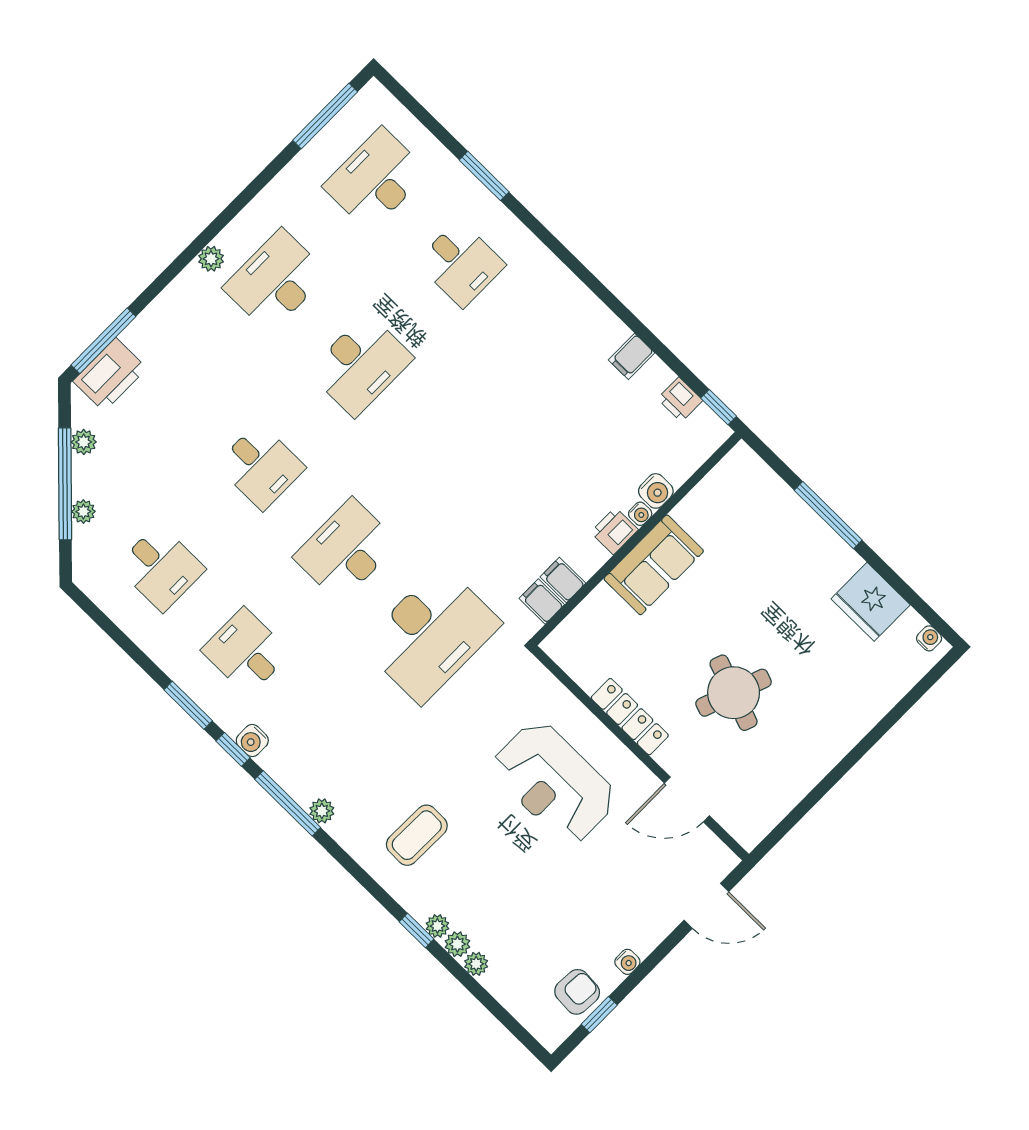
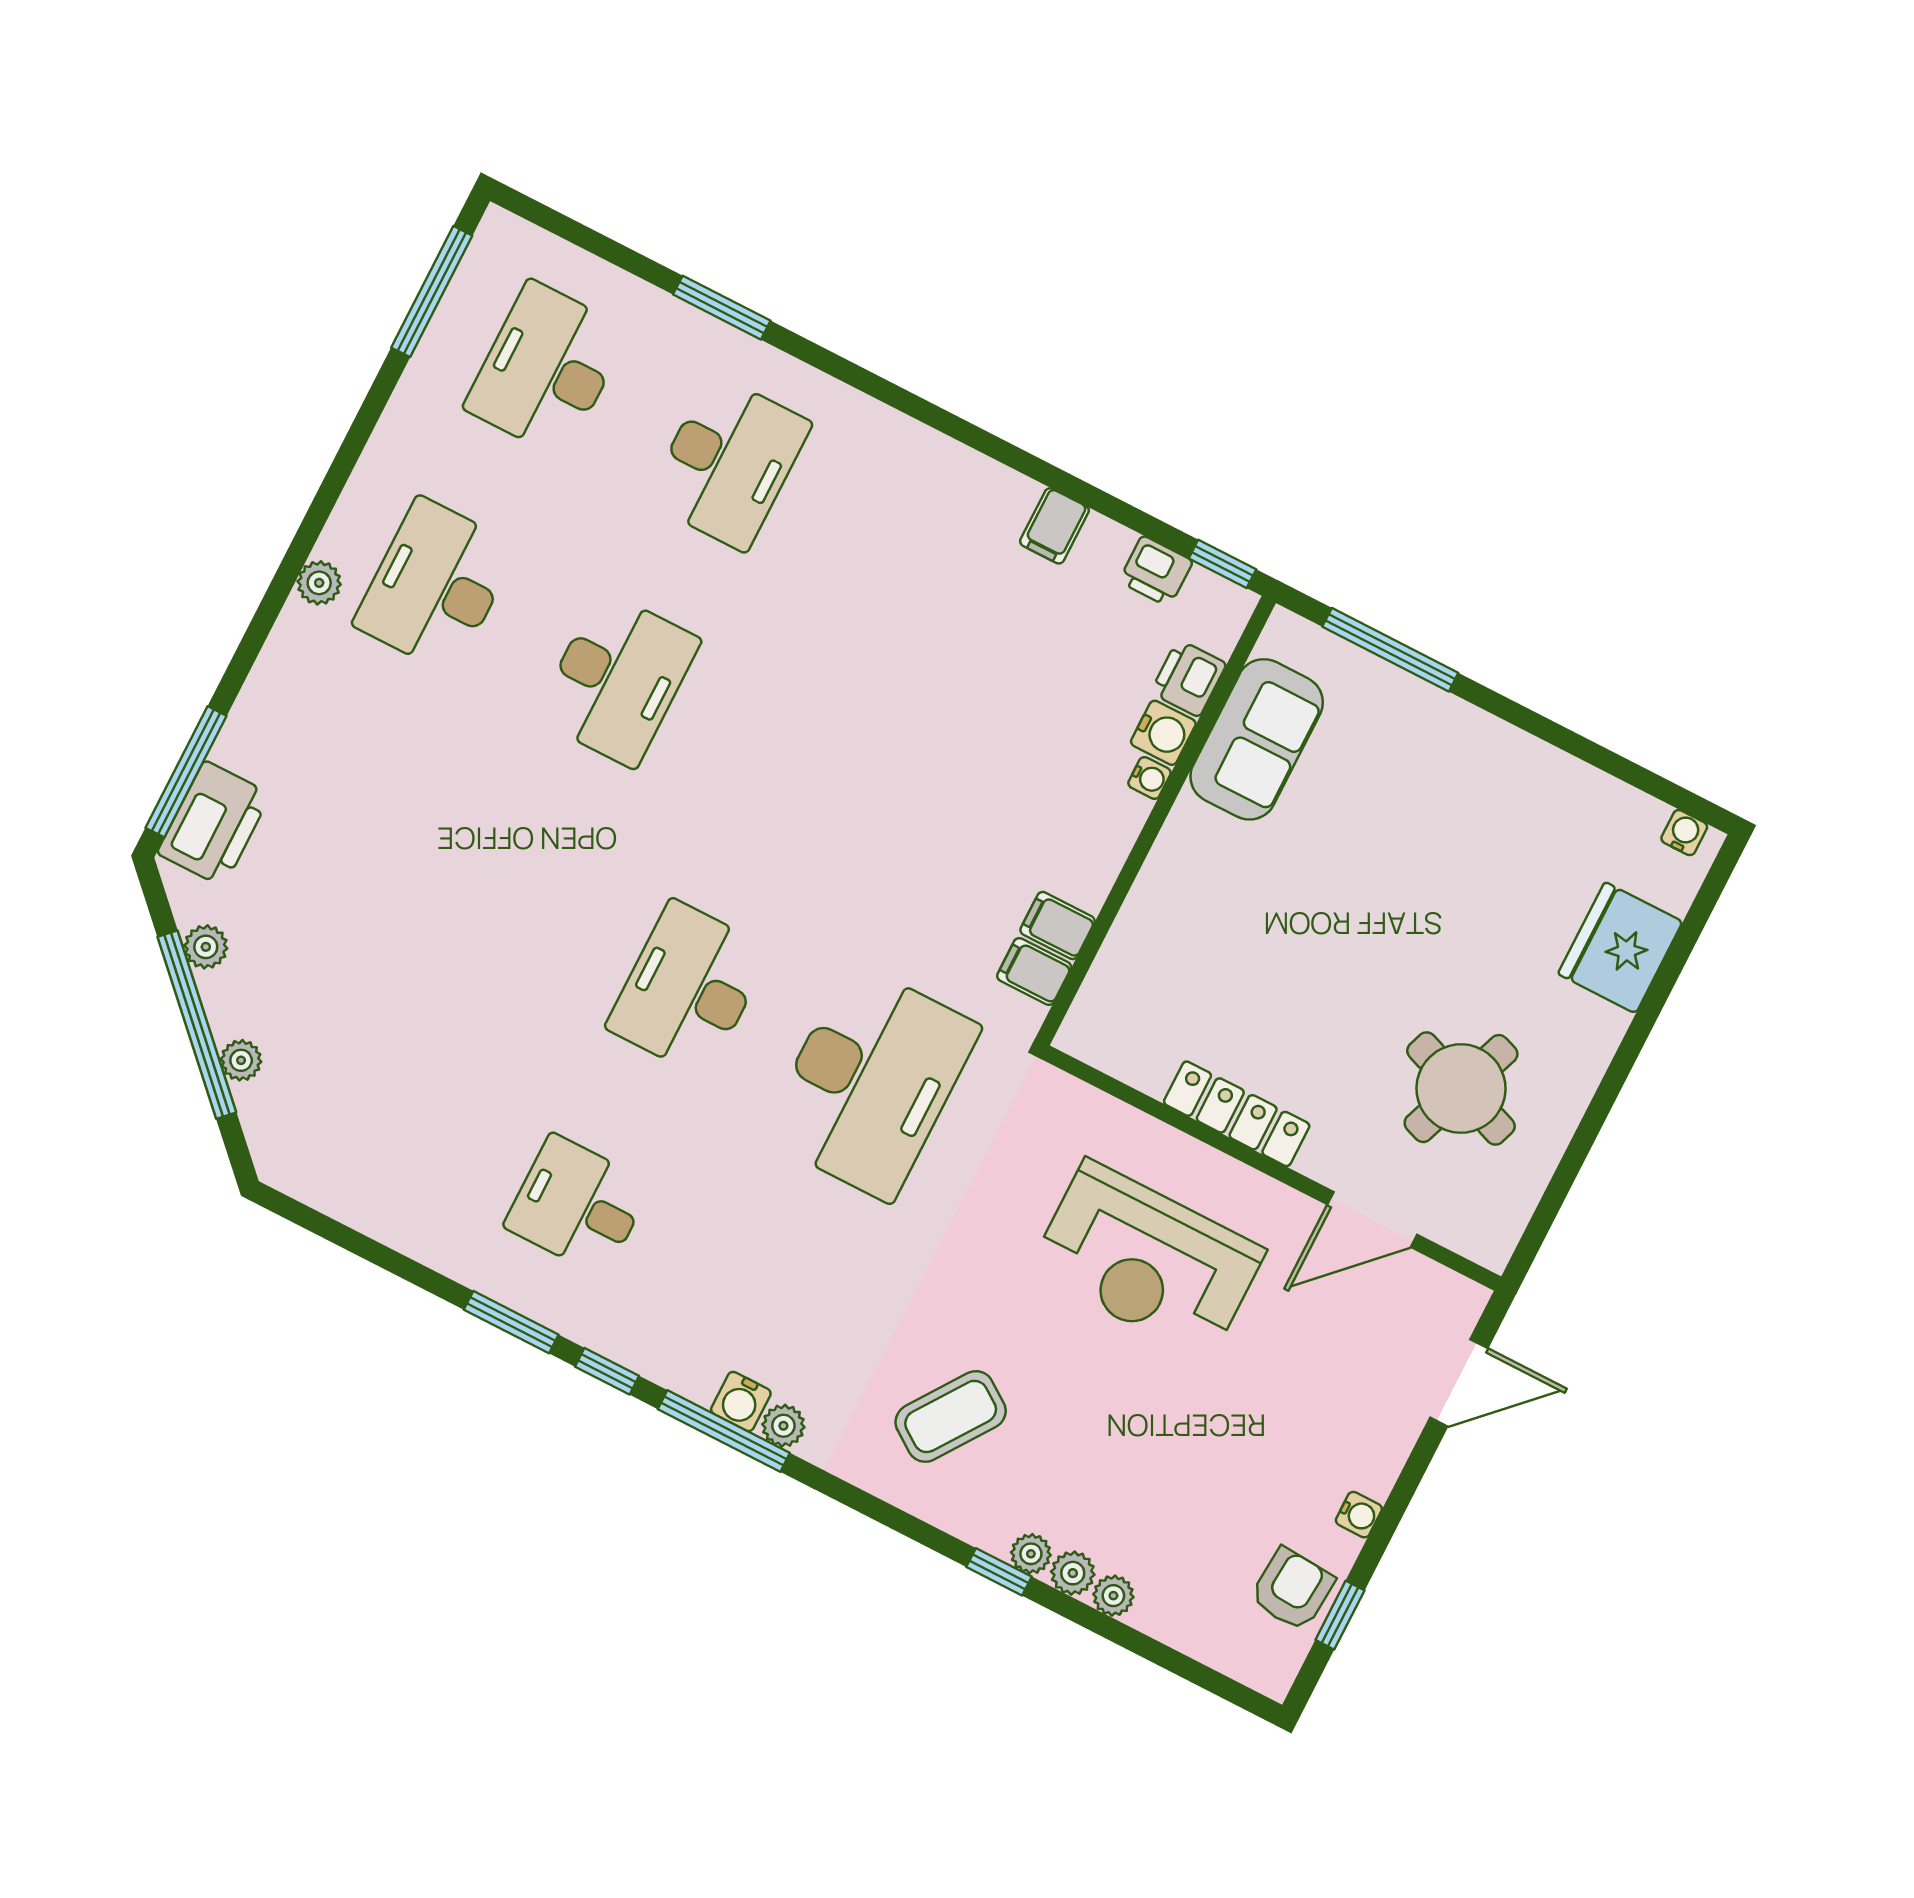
desk: (461, 263) -> (728, 462), width x1.37
desk: (261, 466) -> (507, 895), removed
window: (828, 515) -> (1390, 650), moved
printer: (614, 531) -> (1188, 678), moved
sofa: (654, 565) -> (1257, 739), moved
desk: (161, 568) -> (396, 1112), removed
fridge: (871, 602) -> (1620, 948), moved, turned 90
round table: (734, 693) -> (1461, 1089), moved
water cooler: (252, 741) -> (741, 1401), moved
coffee table: (417, 835) -> (951, 1416), turned 34

